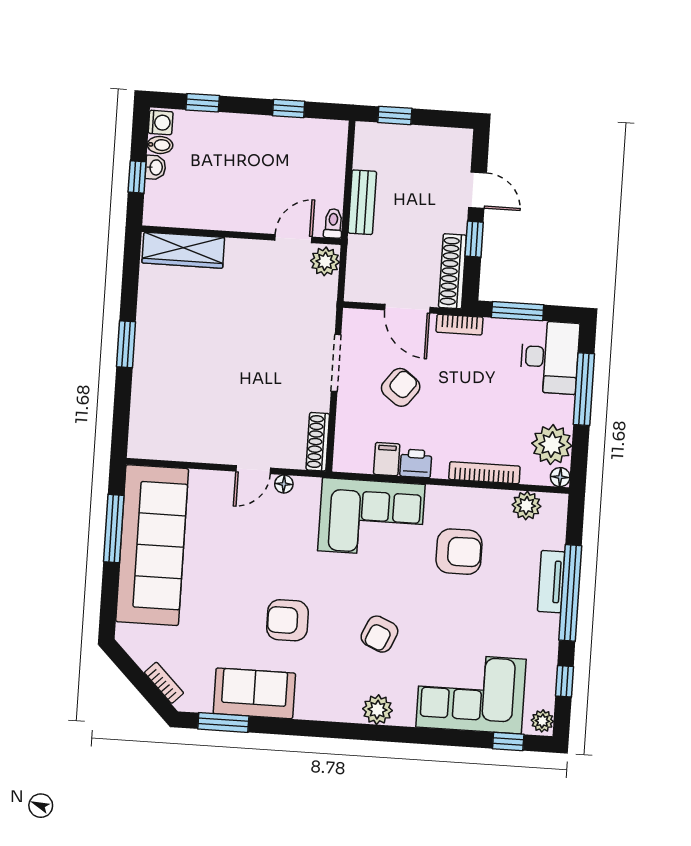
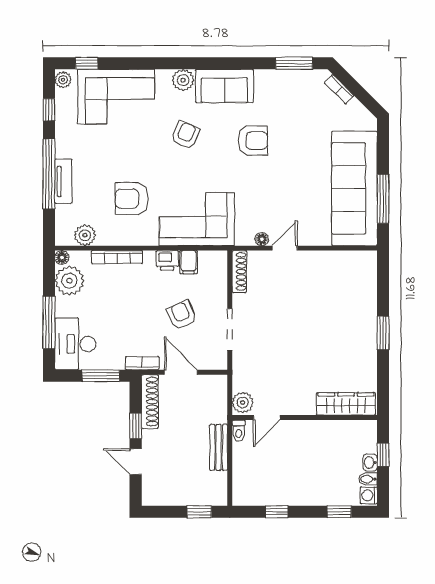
armchair: (401, 387) -> (182, 315), turned 119
sofa: (254, 693) -> (224, 86), moved

